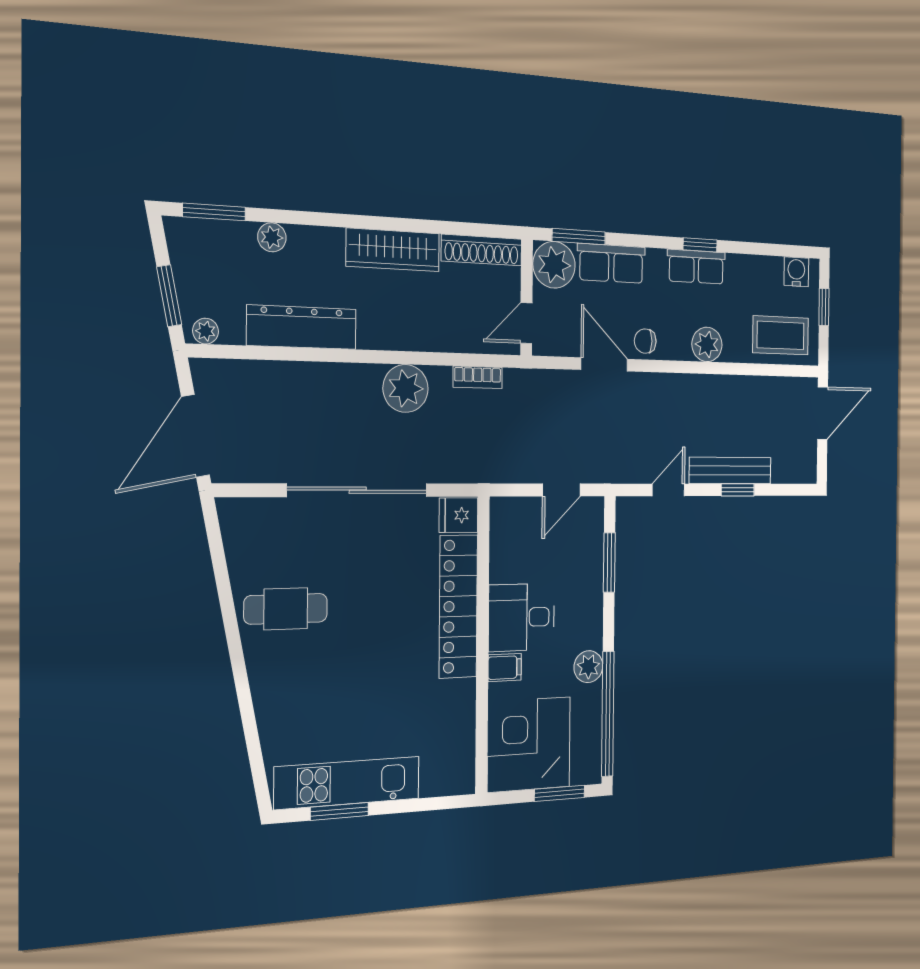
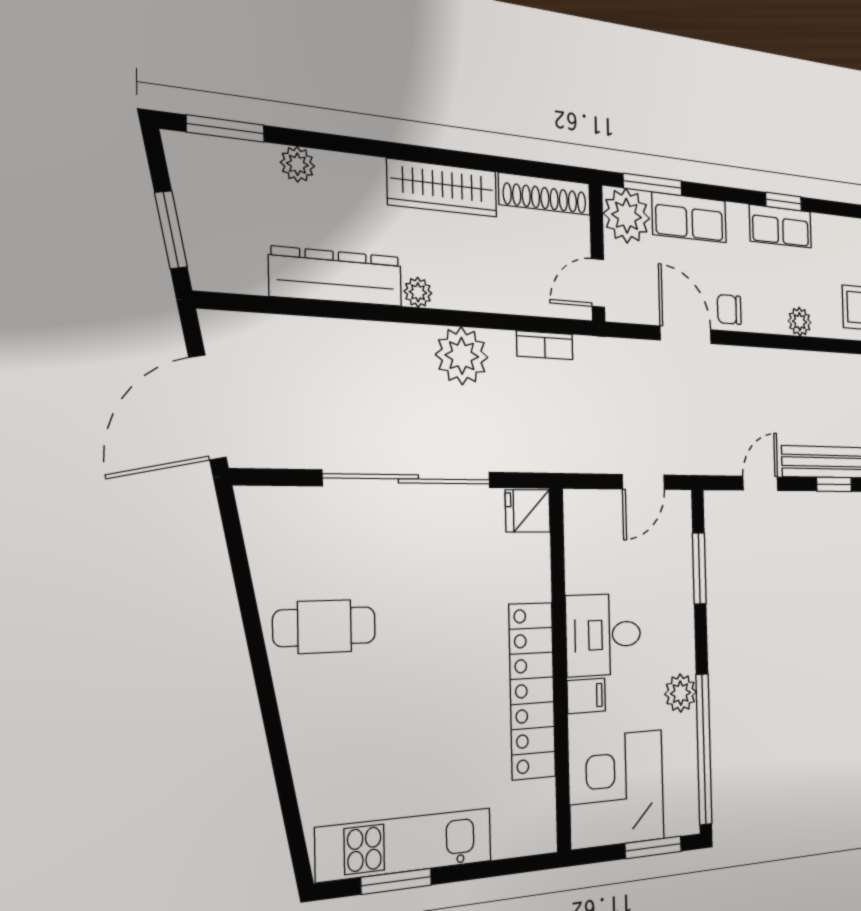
plant: (206, 331) -> (418, 292), moved
plant: (707, 344) -> (800, 322), width x0.73, depth x0.73
locker: (458, 606) -> (532, 691), moved

